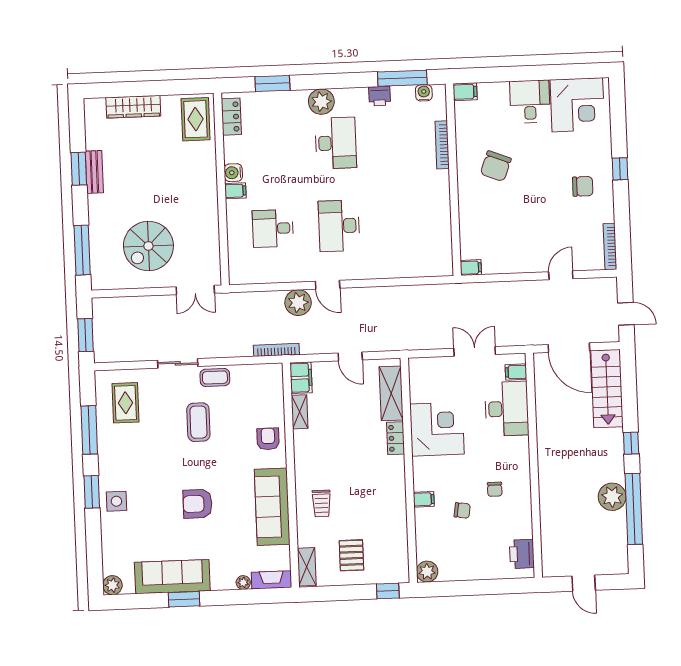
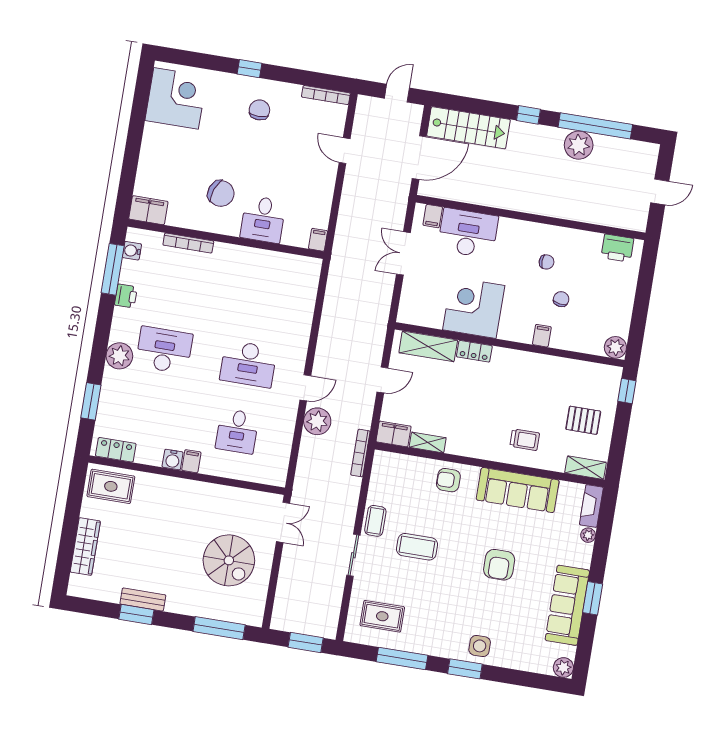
filing cabinet: (465, 92) -> (148, 210), width x2.00
desk: (530, 101) -> (263, 219), moved, turned -90

